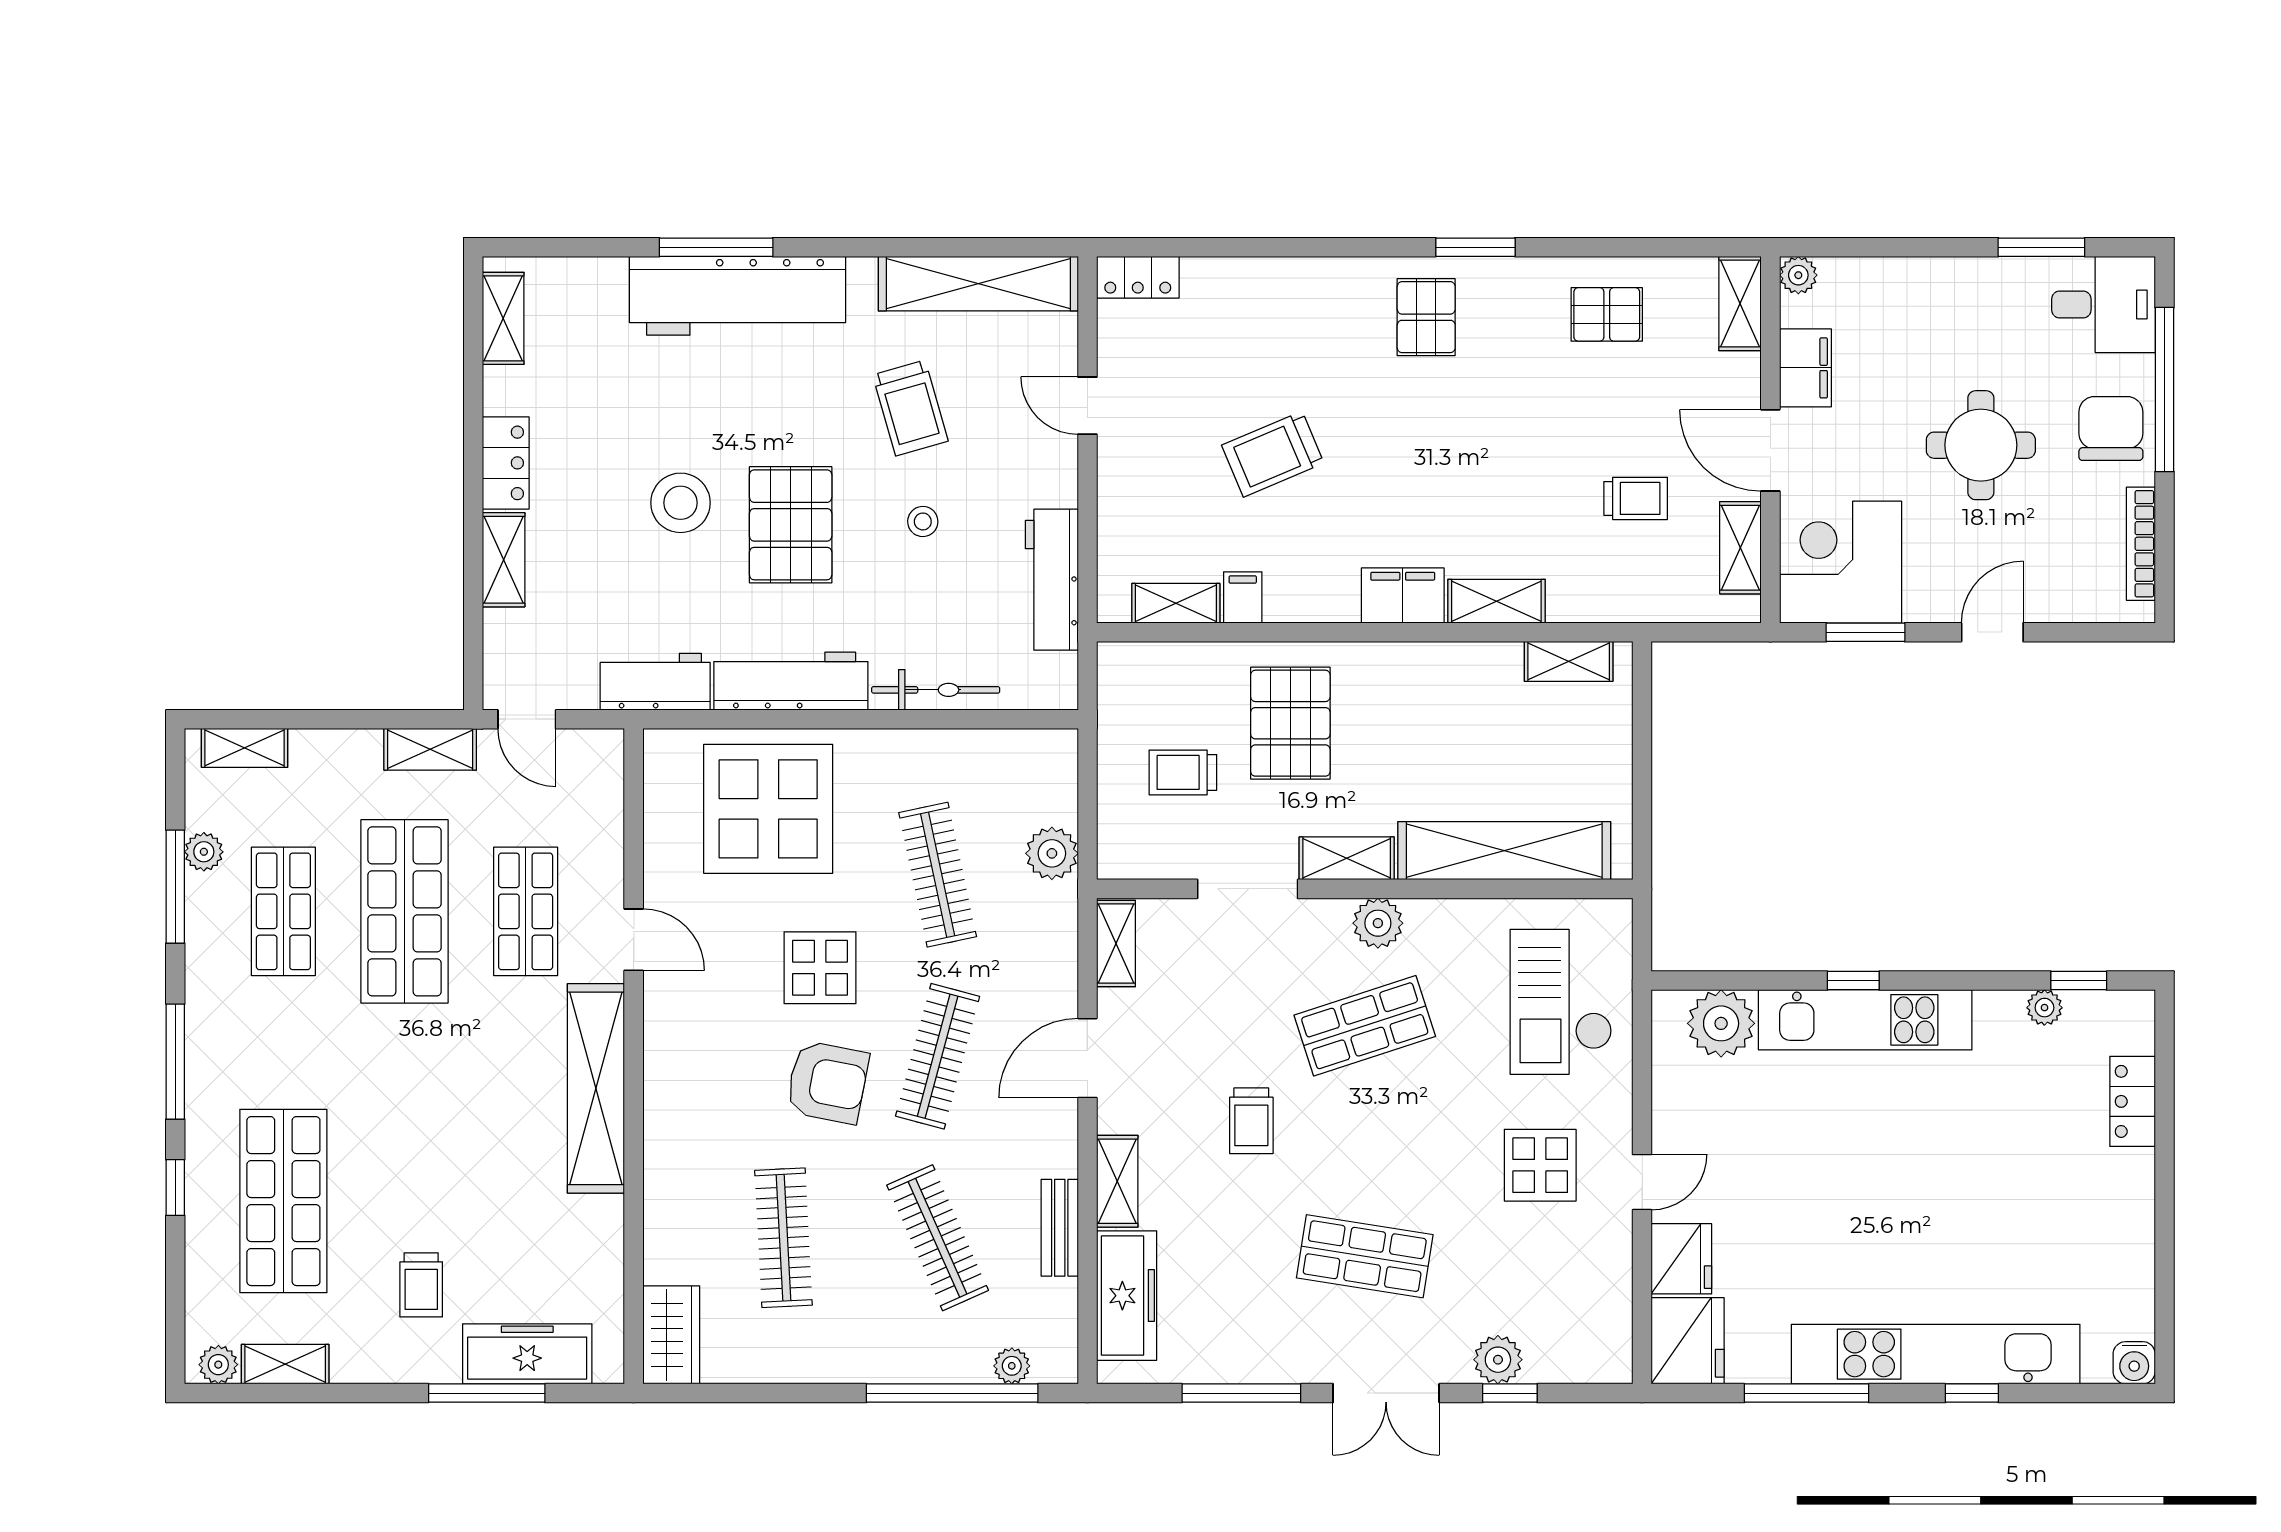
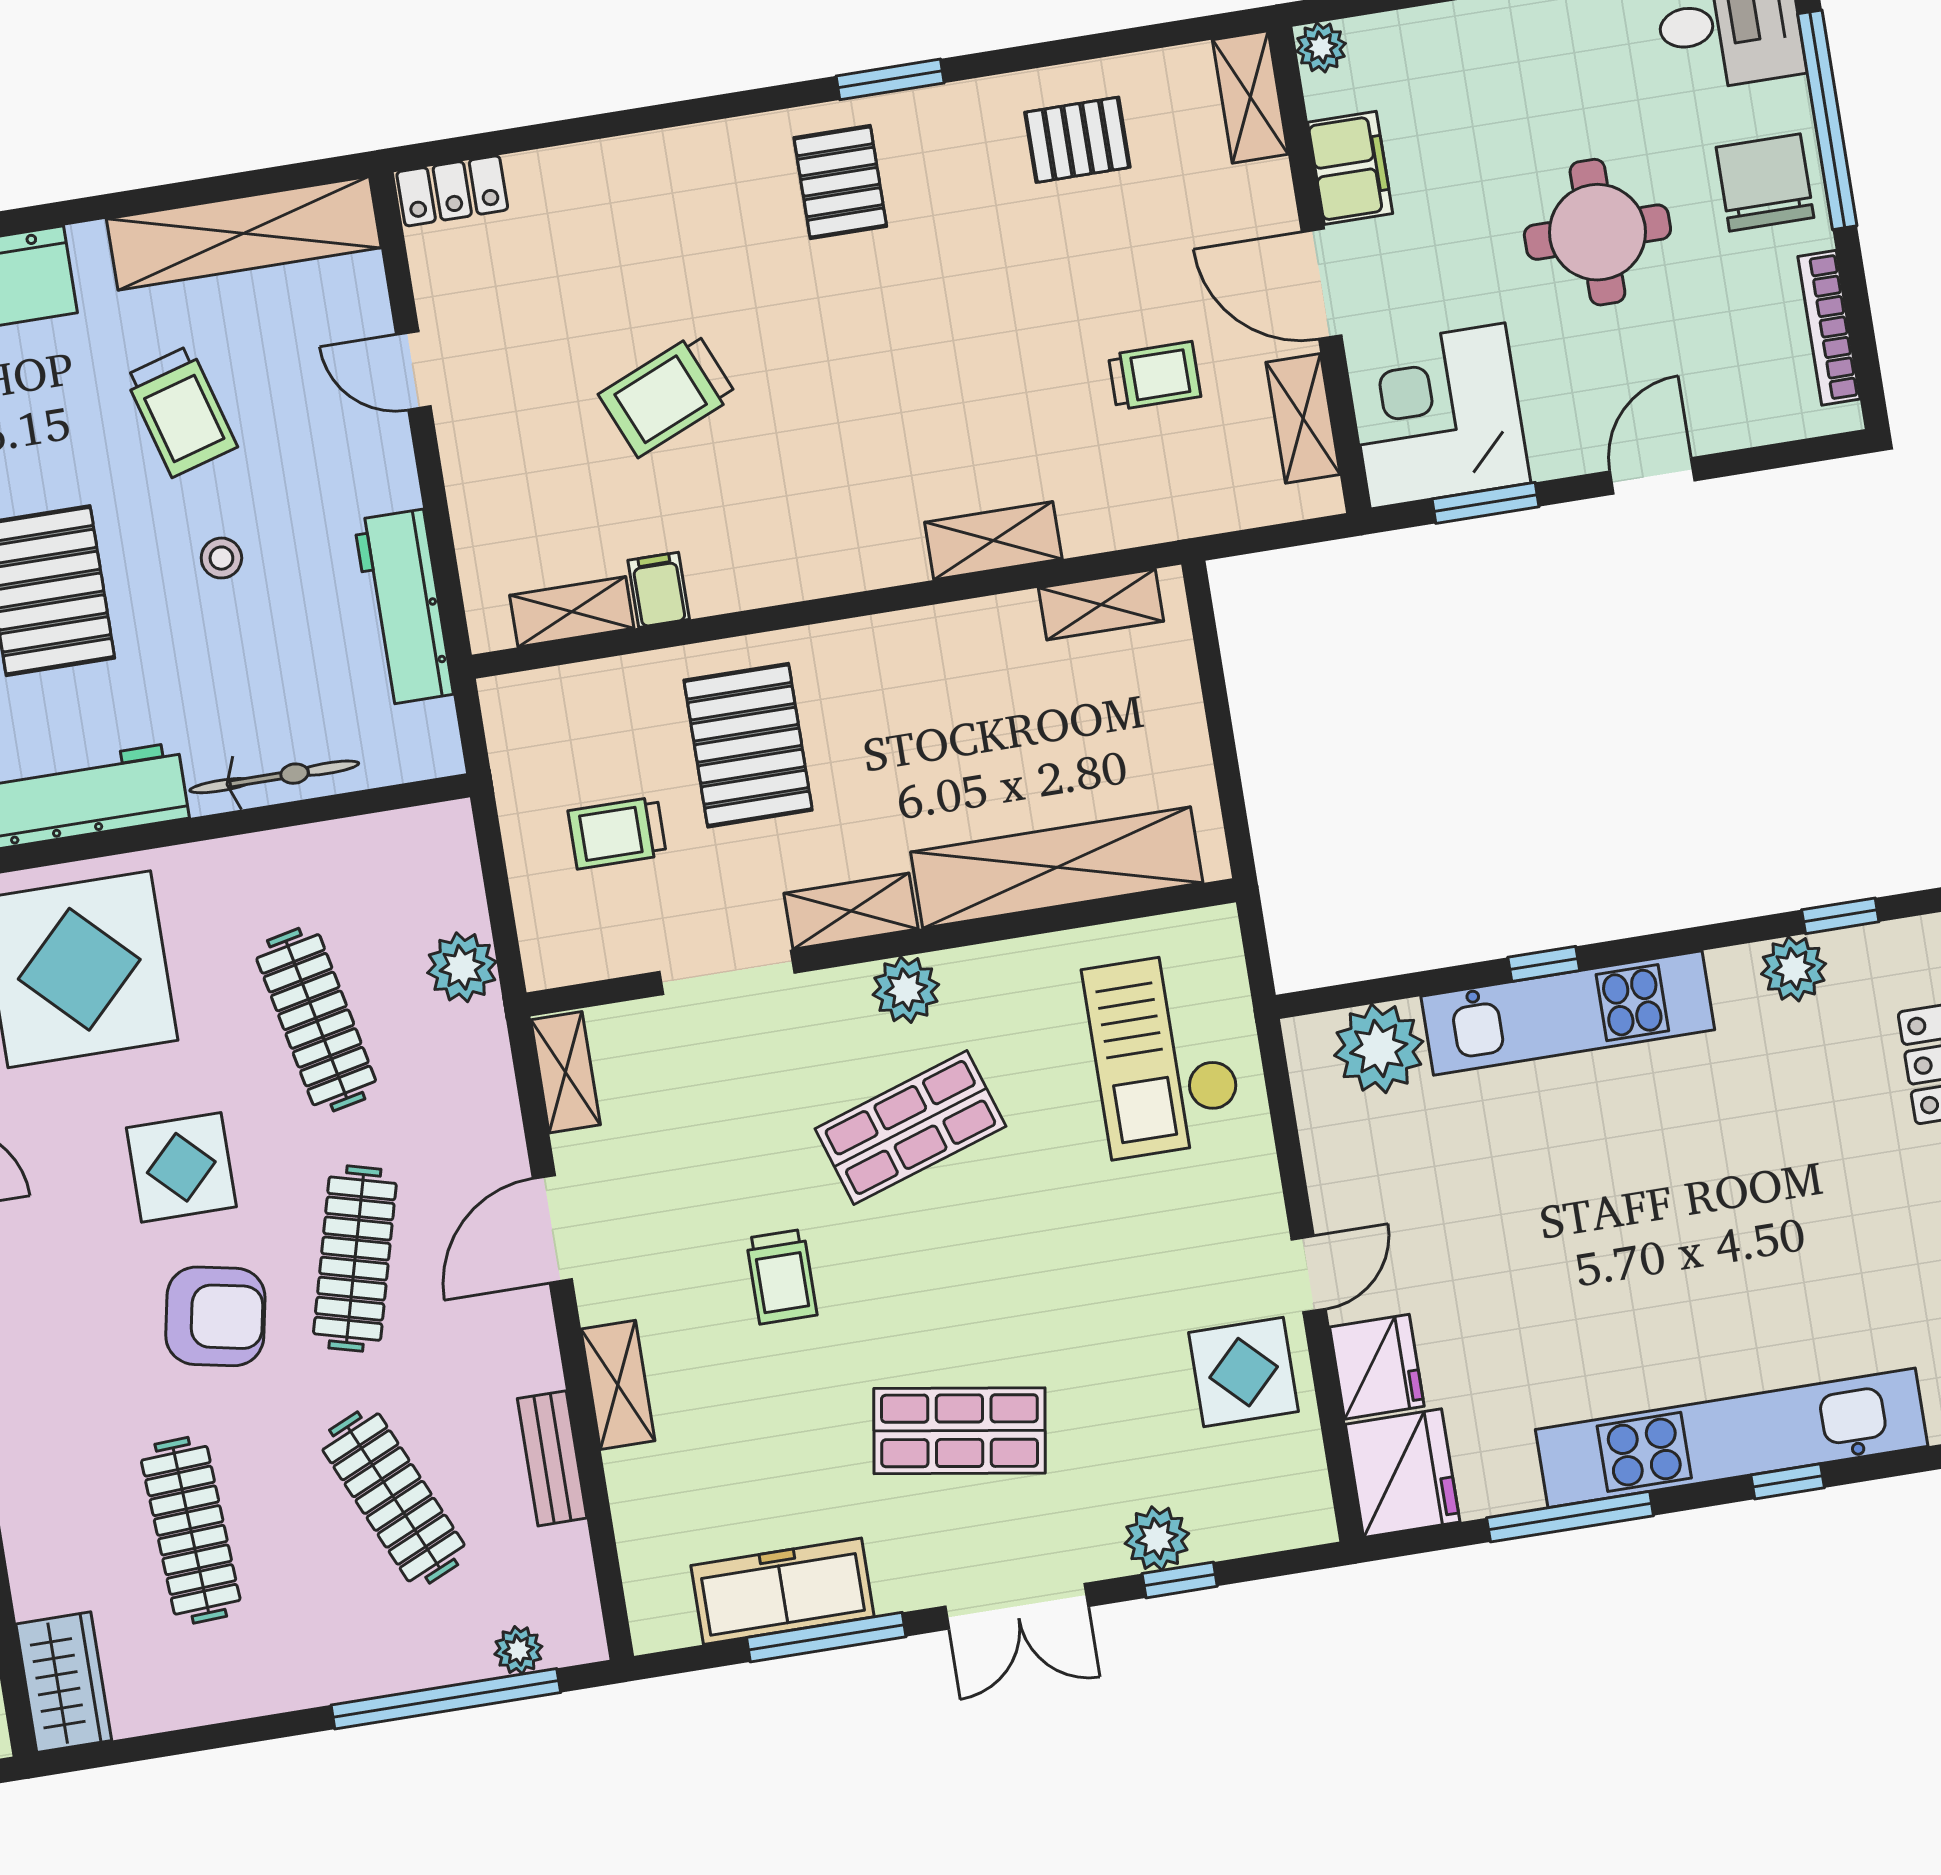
filing cabinet: (1403, 595) -> (869, 553), removed
plant: (2044, 1008) -> (1794, 969), width x1.38, depth x1.38
display table: (1540, 1165) -> (1244, 1372), moved
freezer: (1127, 1296) -> (783, 1591), moved, turned -90

